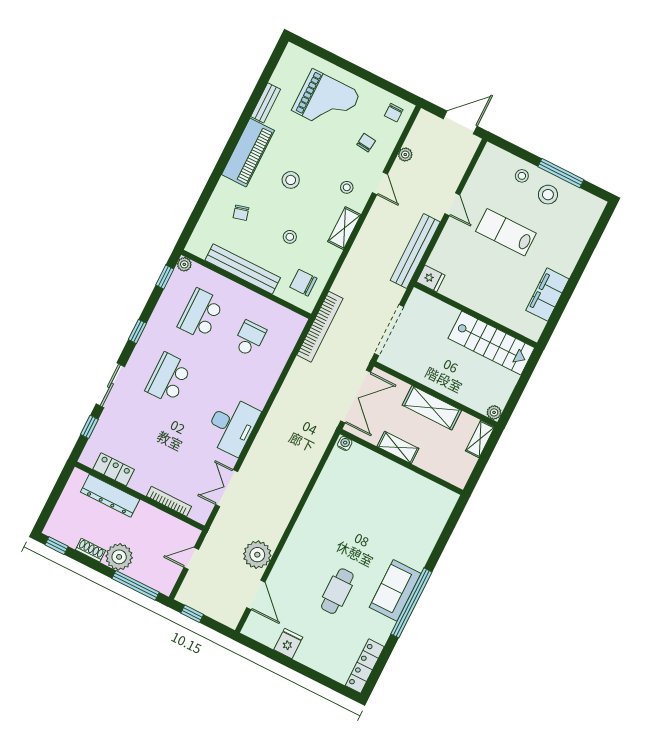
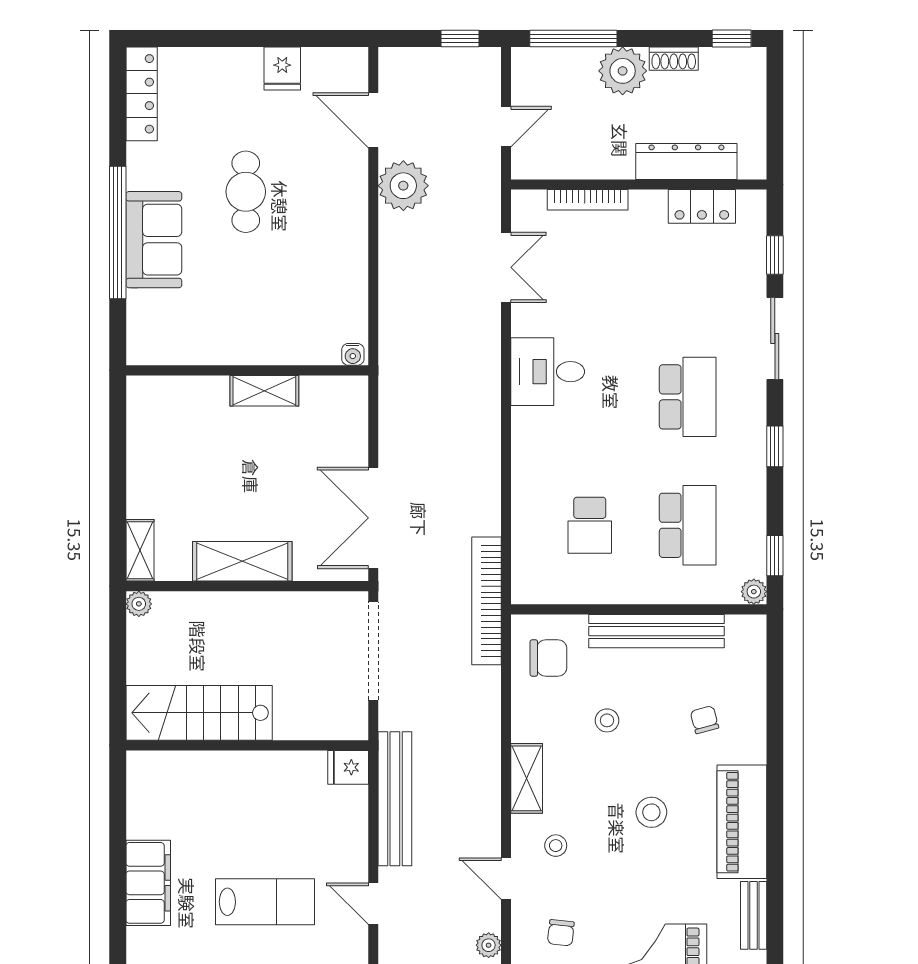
filing cabinet: (547, 295) -> (148, 883), moved
desk: (232, 426) -> (548, 372), width x0.73
water cooler: (345, 443) -> (353, 354), moved
shelving: (398, 447) -> (264, 391), moved
wall: (401, 462) -> (247, 370), moved

